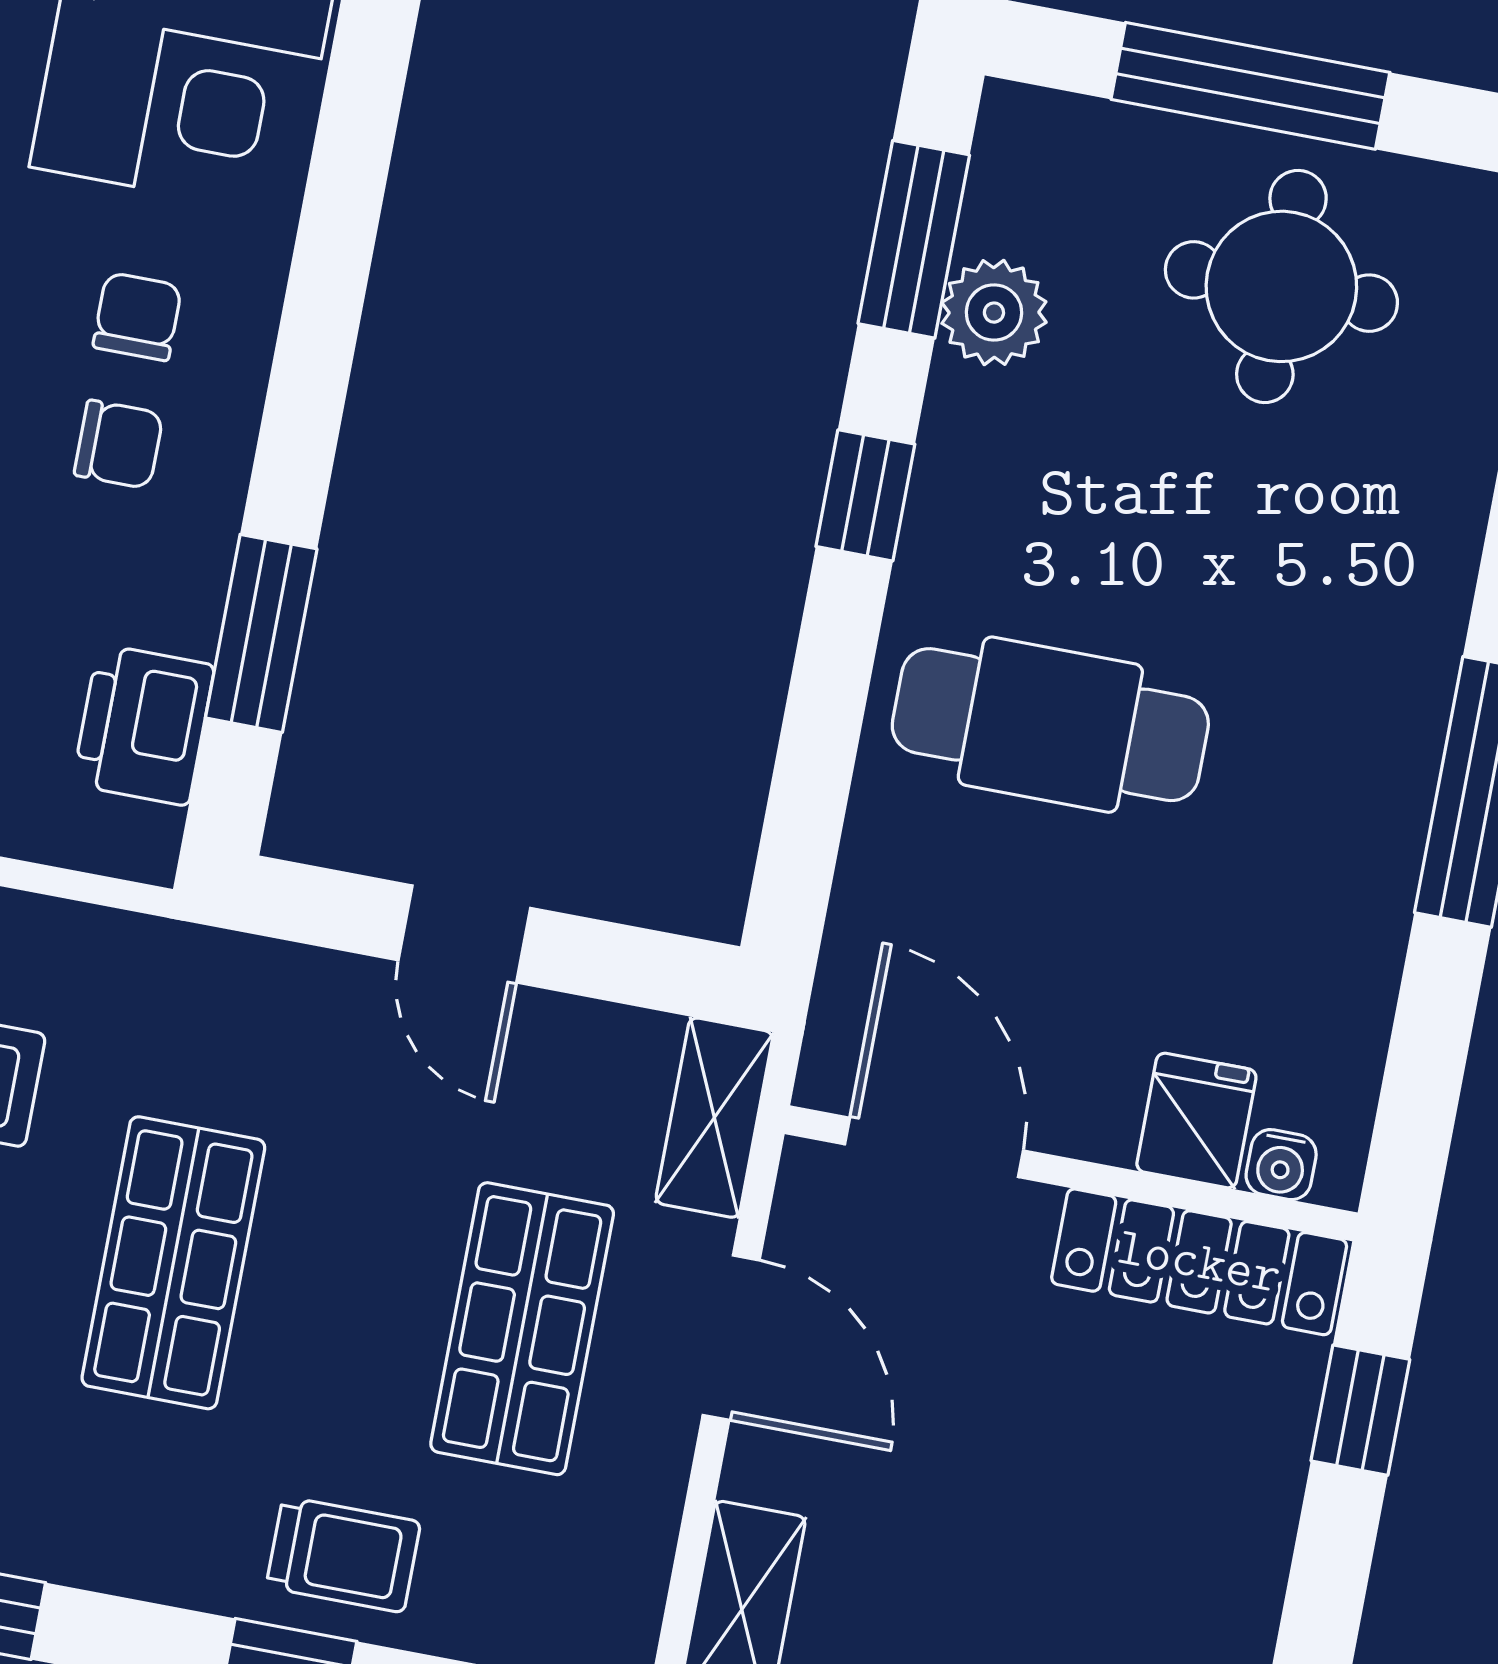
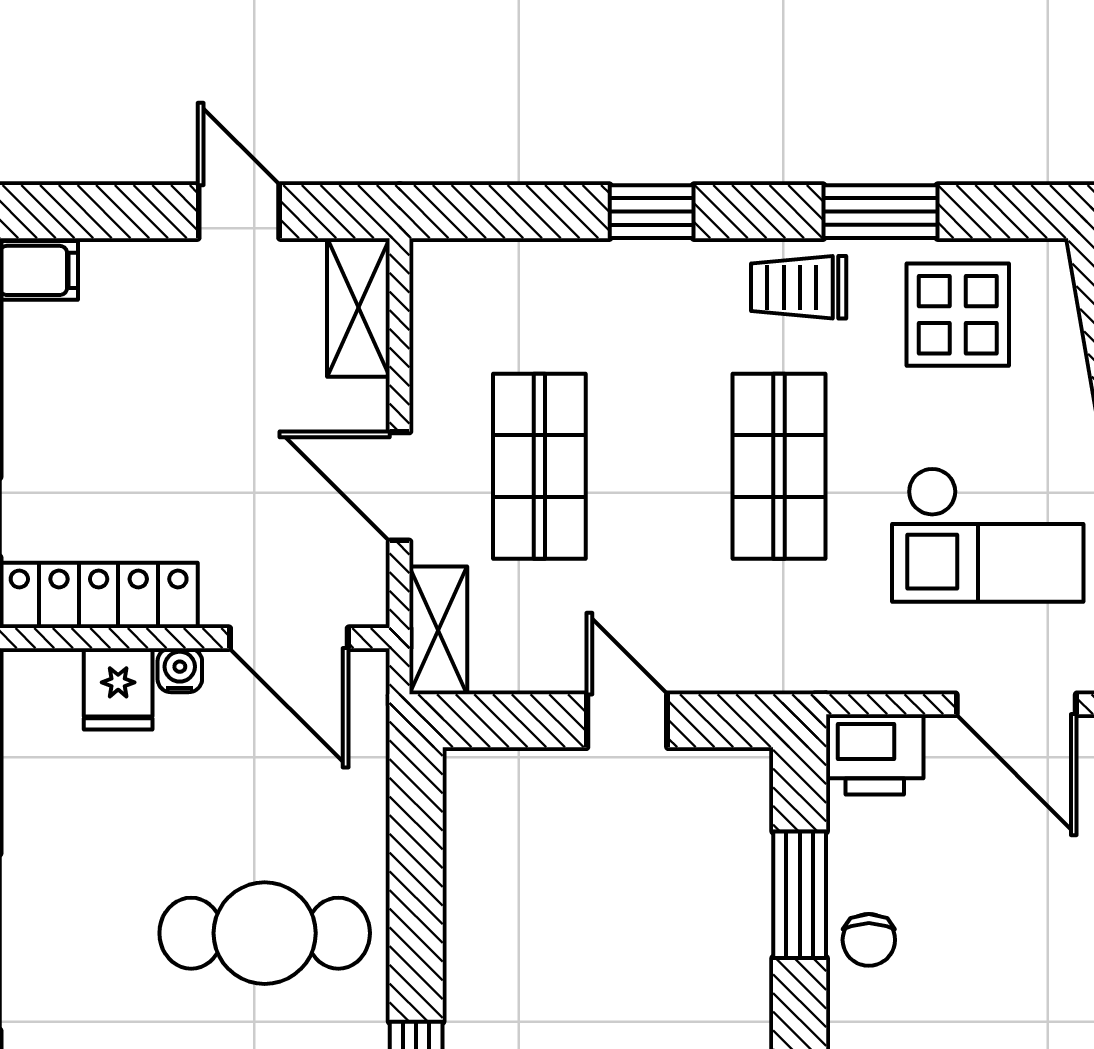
chair: (119, 444) -> (869, 940), moved, turned -90
printer: (143, 725) -> (875, 754), moved, turned 90
water cooler: (1281, 1165) -> (180, 670), moved
trolley: (343, 1554) -> (799, 287), moved

